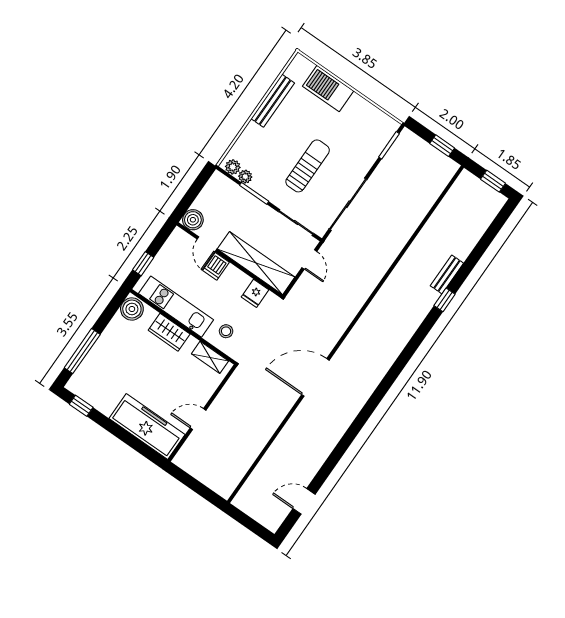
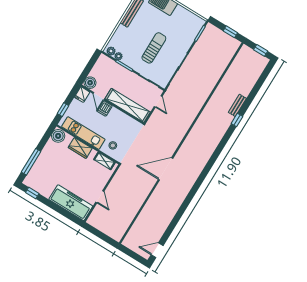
fridge: (255, 293) -> (82, 95), moved
door: (198, 419) -> (100, 197), swing flipped
door: (304, 501) -> (157, 250), moved

